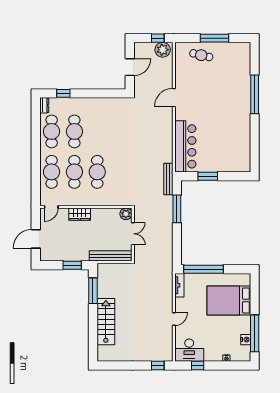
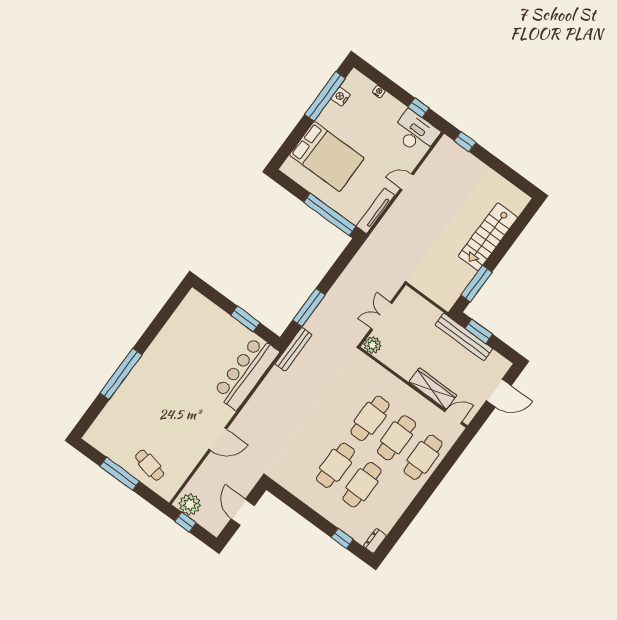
door: (130, 67) -> (243, 512), hinge flipped
cafe table: (52, 131) -> (336, 465), moved
wardrobe: (80, 214) -> (433, 389), width x1.50
bench: (111, 256) -> (464, 337), moved
tv unit: (179, 285) -> (376, 211), width x1.41

